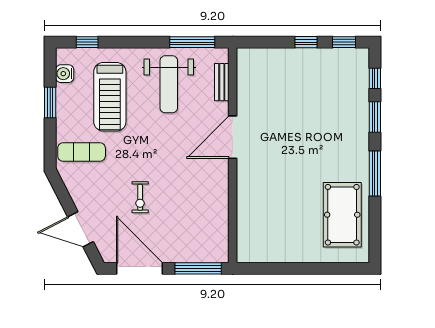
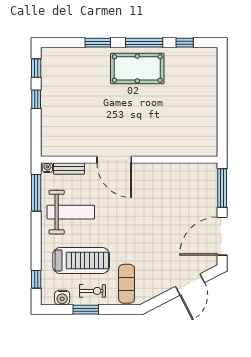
water cooler: (223, 56) -> (47, 168), added
window: (375, 78) -> (185, 43), moved
exercise bike: (140, 197) -> (92, 291), moved
pool table: (342, 215) -> (137, 68), moved

